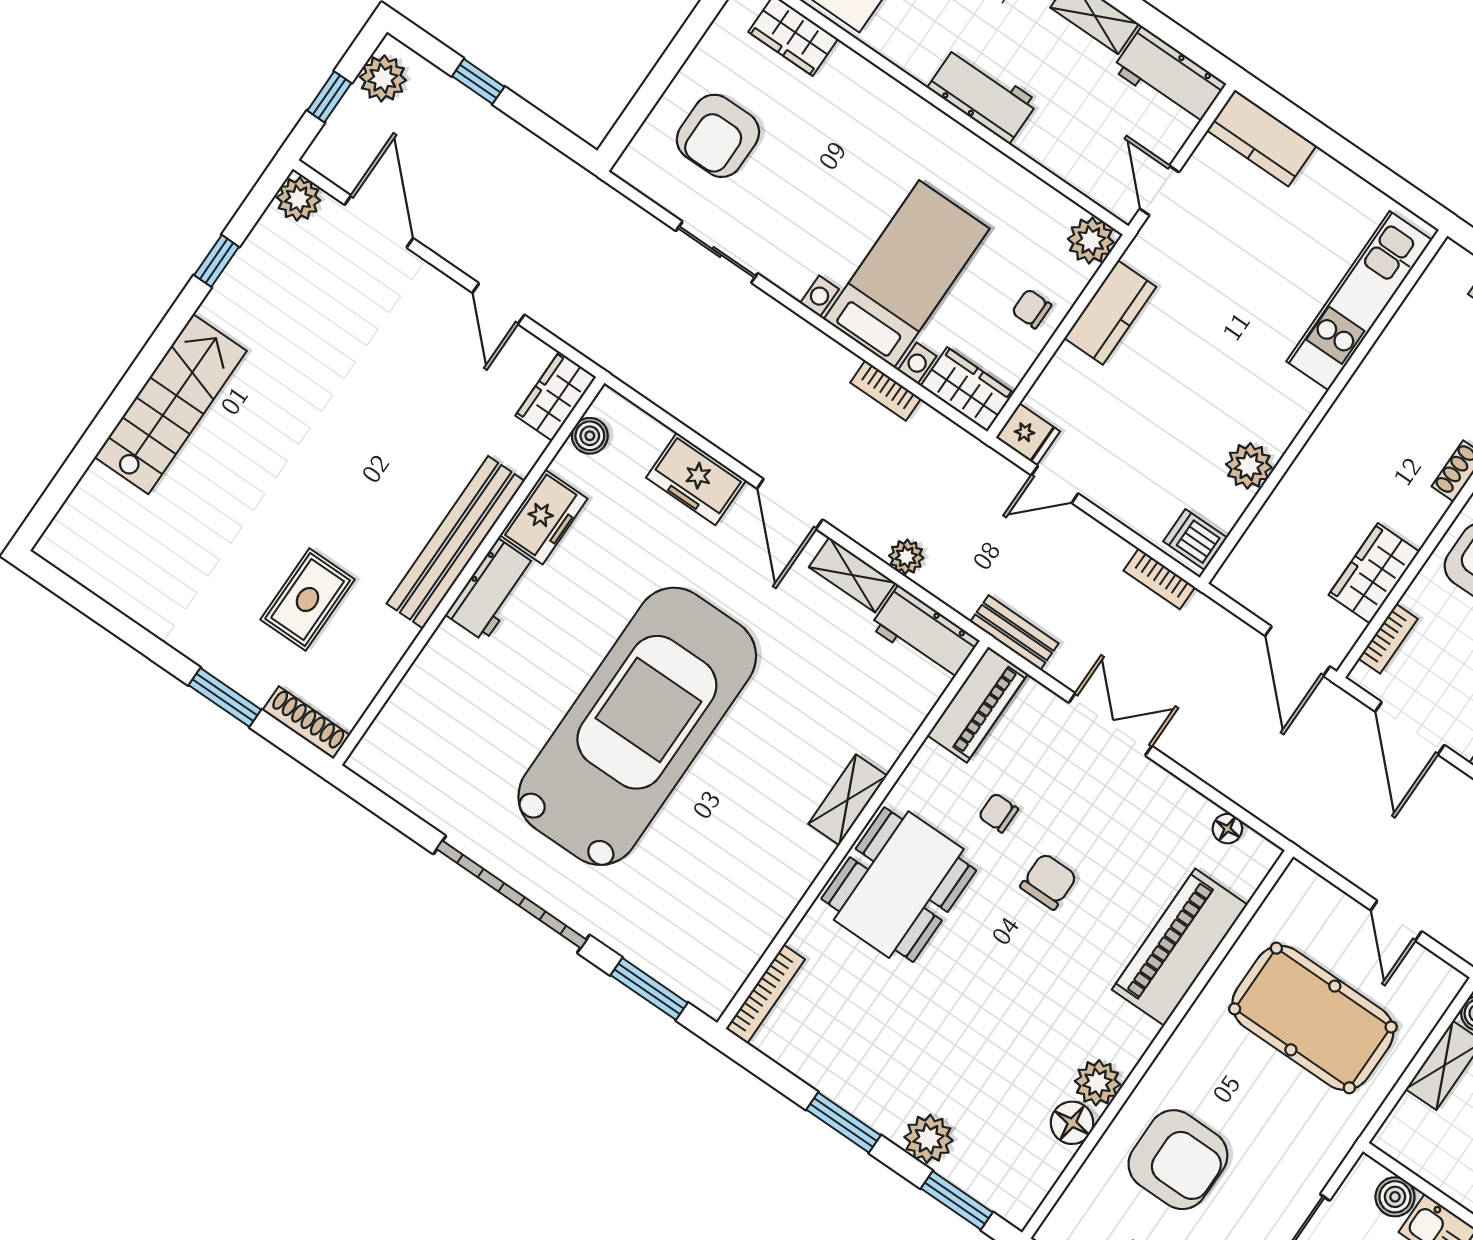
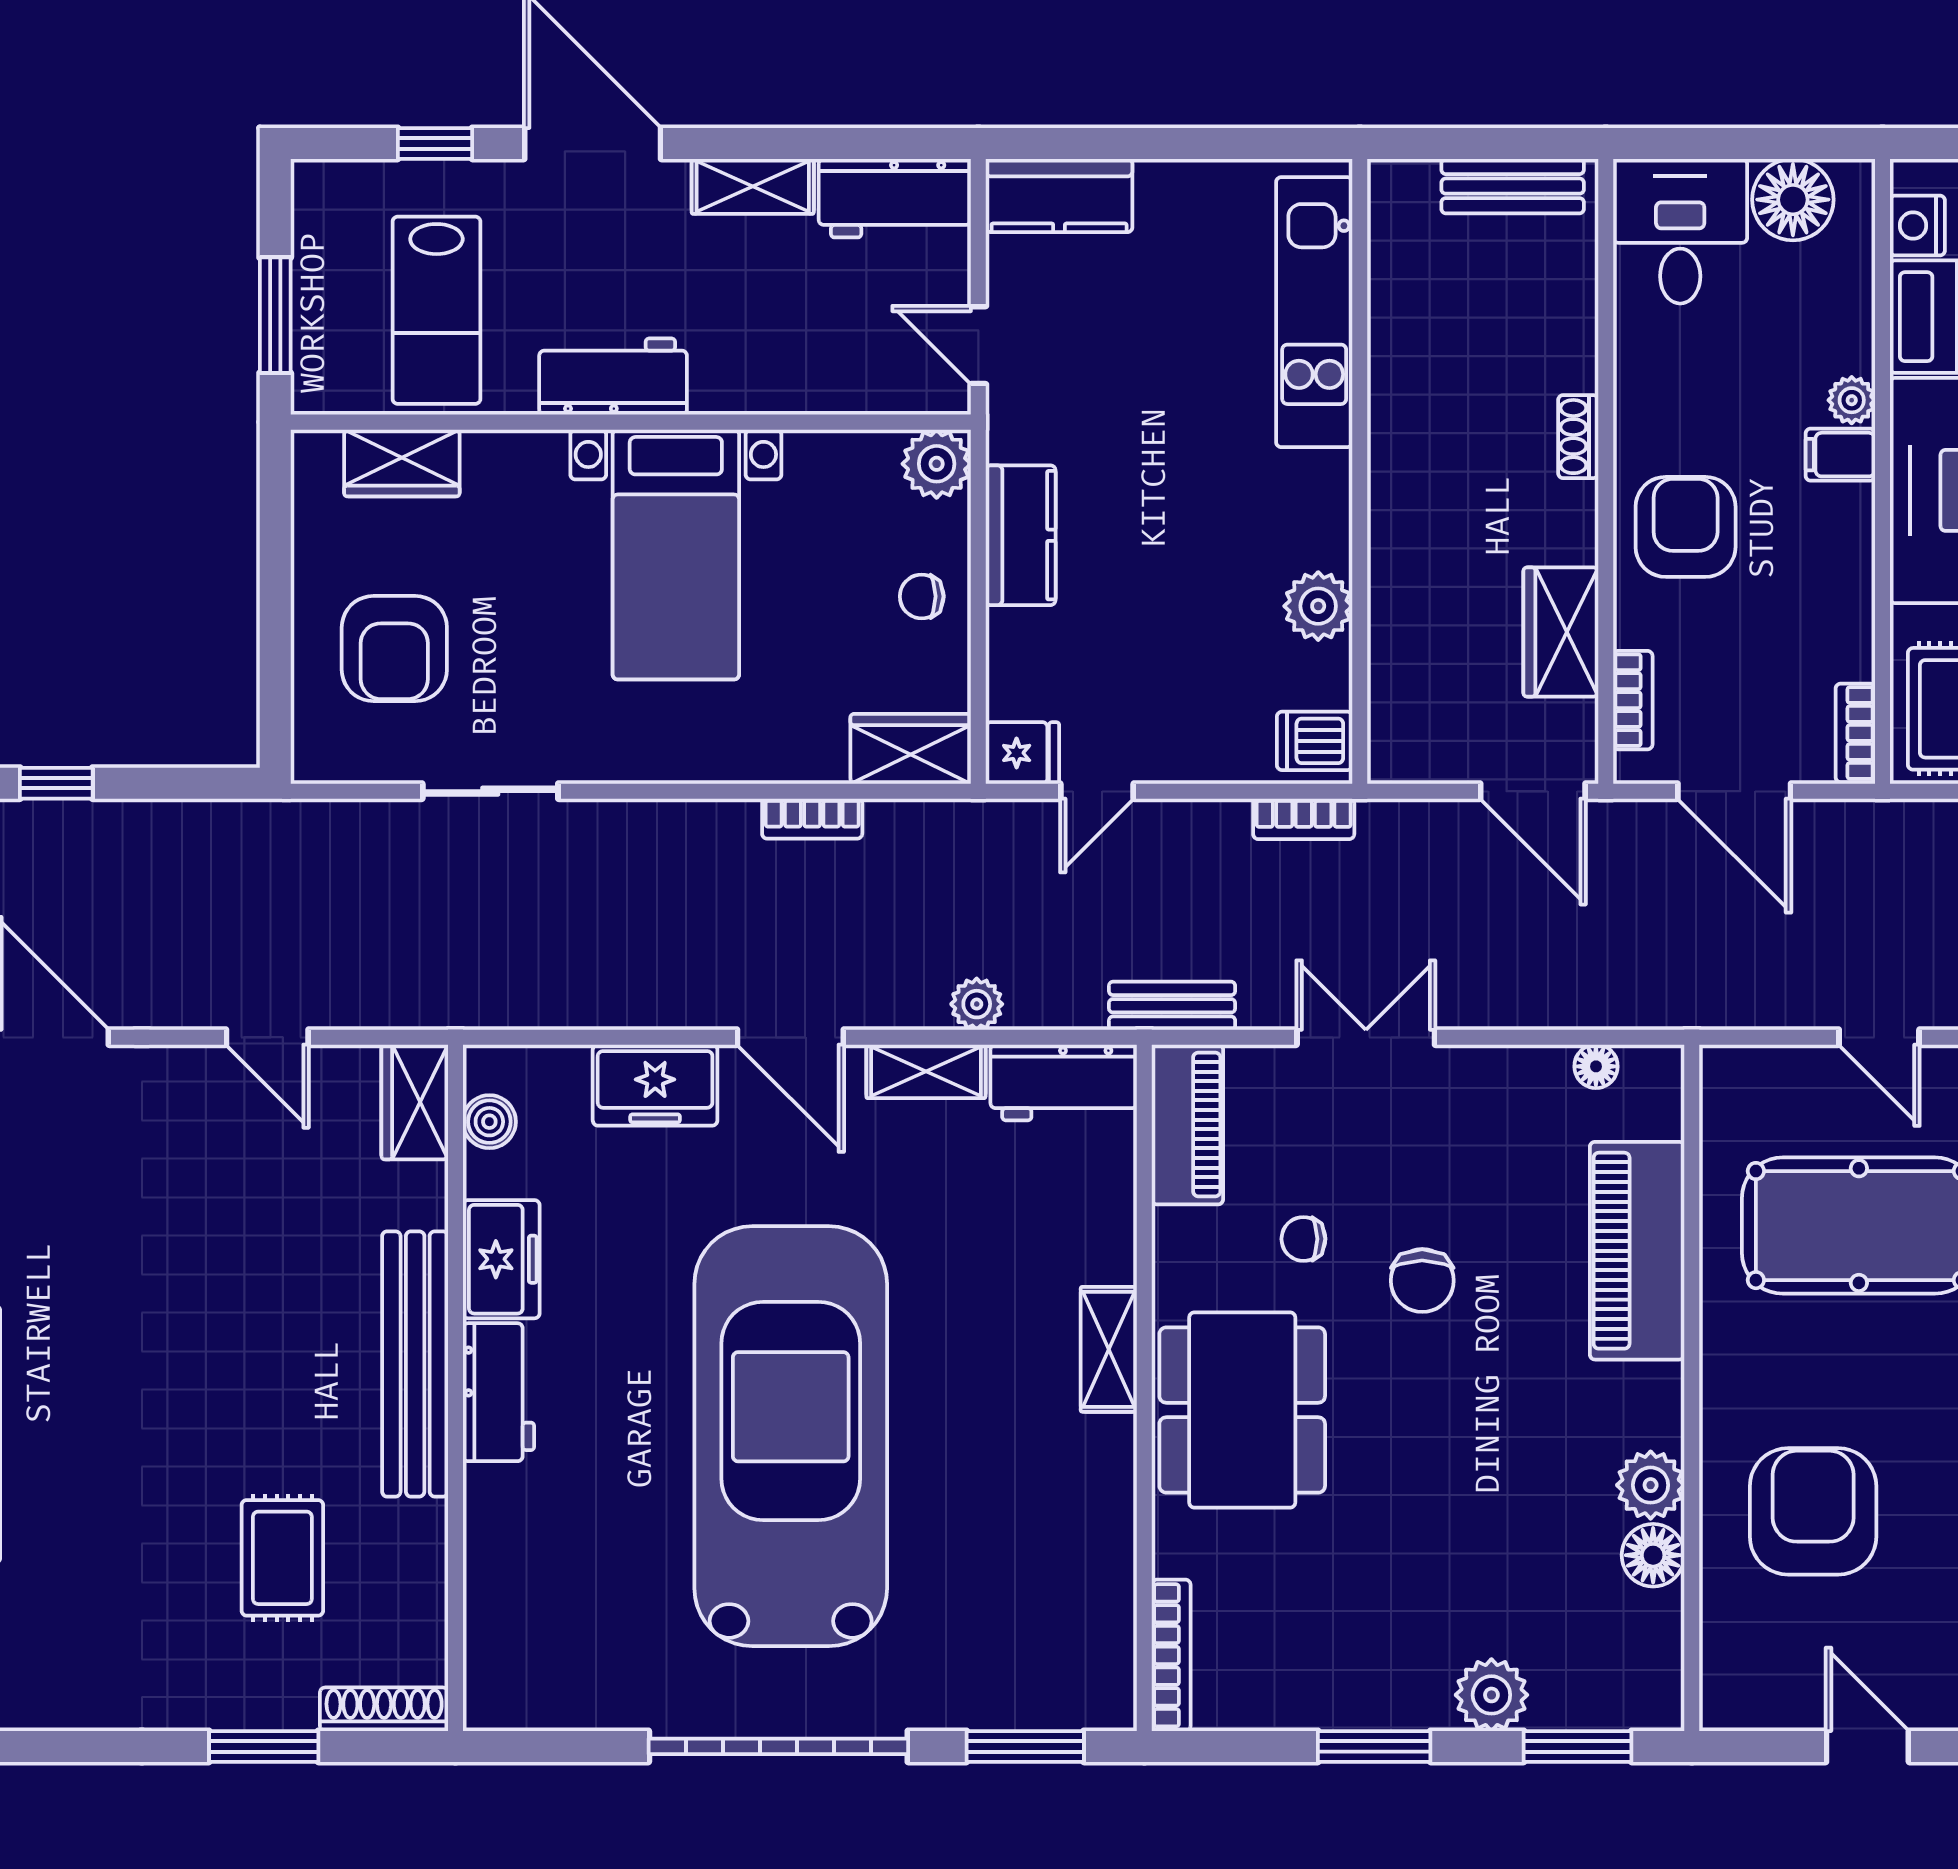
workbench: (983, 95) -> (613, 377), moved
bed with nightstands: (907, 274) -> (676, 554), moved, turned 180
chair: (1049, 881) -> (1422, 1281), turned 180
armchair: (1178, 1160) -> (1813, 1511), turned -90

